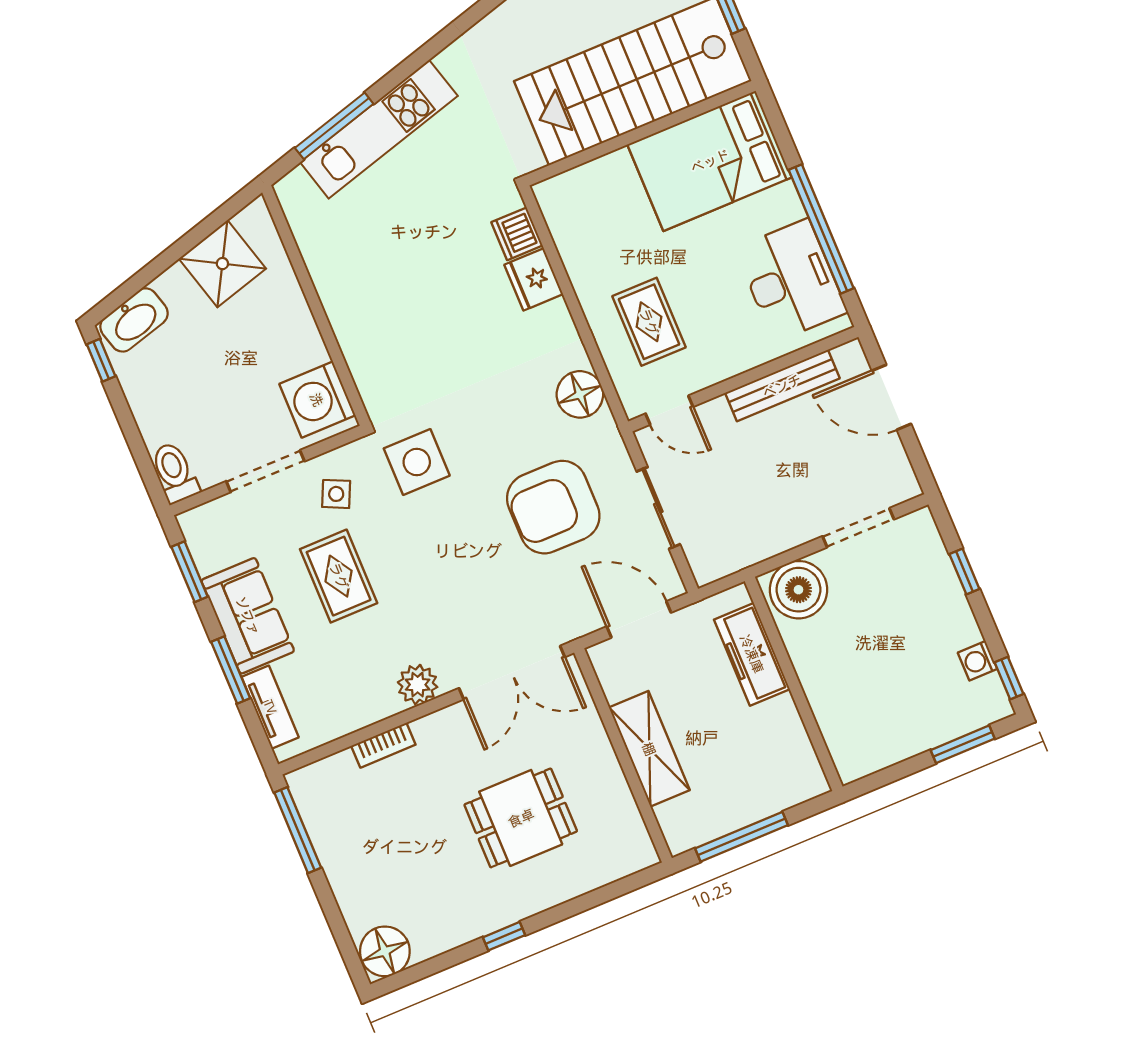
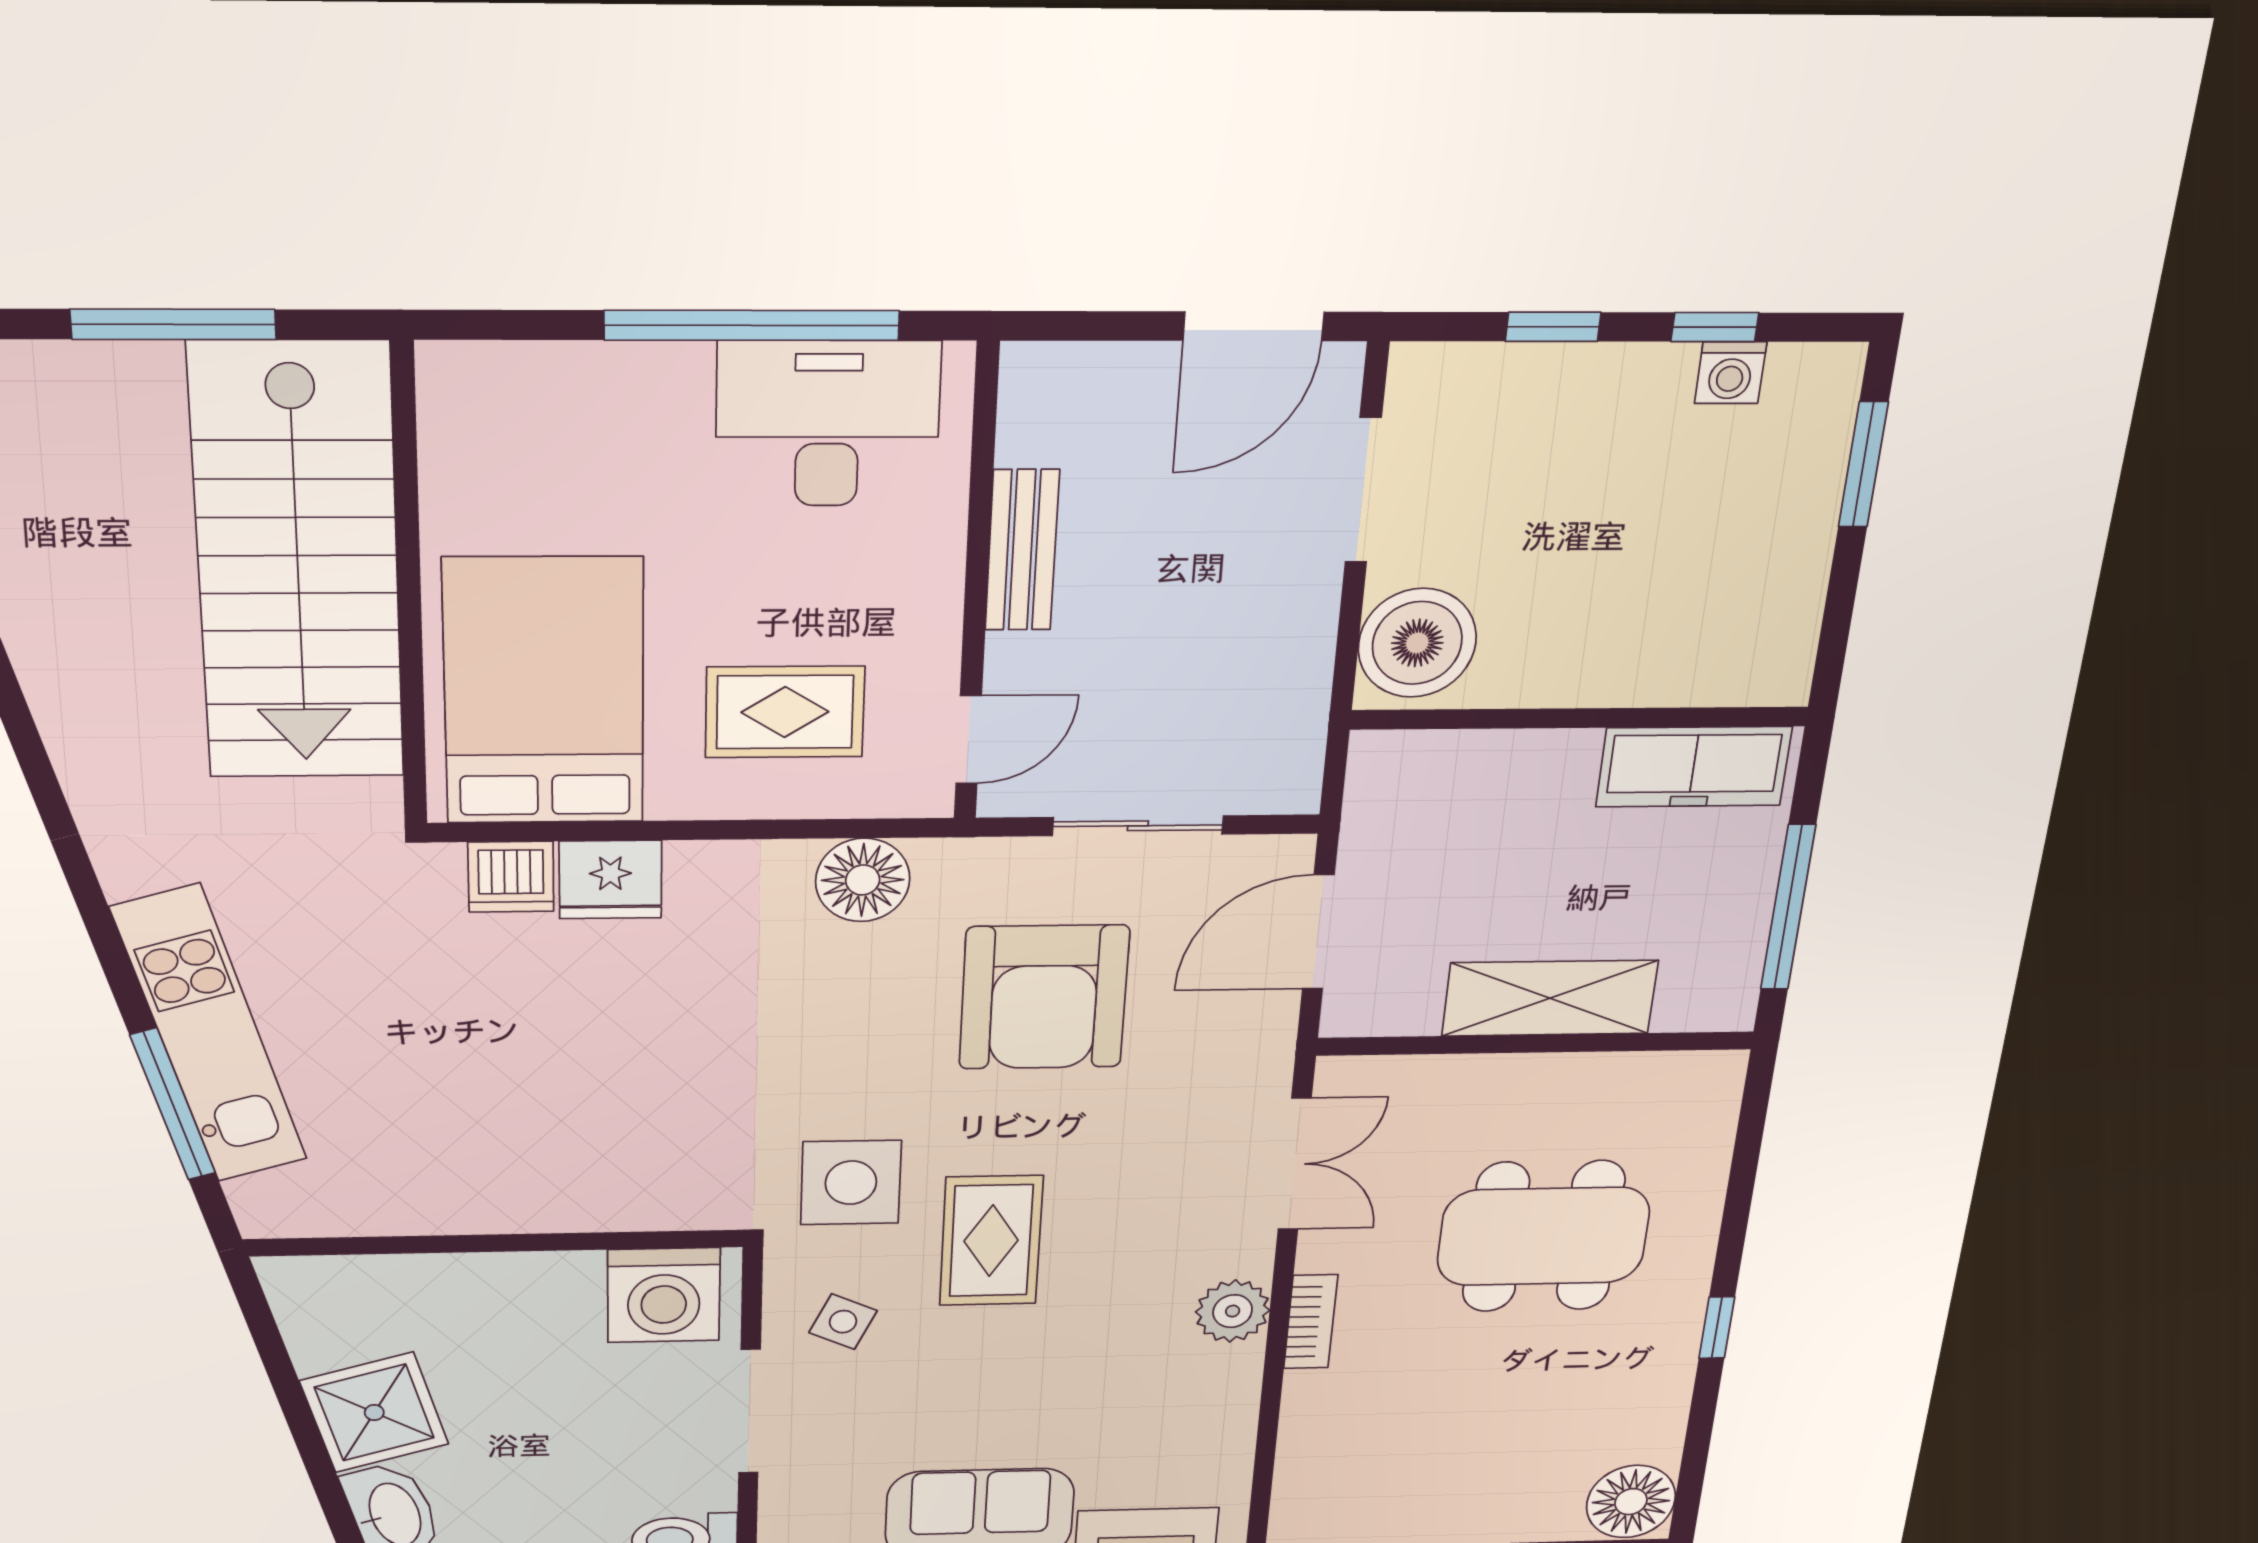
bed: (710, 161) -> (544, 692), moved, turned 180
shower: (222, 264) -> (374, 1413), moved
bench: (782, 386) -> (1022, 550), width x0.73
door: (892, 397) -> (1254, 326), moved
rug: (339, 576) -> (991, 1241), moved, turned 90
freezer: (752, 654) -> (1694, 767), moved
double door: (512, 673) -> (1295, 1164), width x0.73
window: (1009, 678) -> (1715, 327), moved
bookcase: (383, 745) -> (1311, 1322), moved
dining table: (521, 818) -> (1543, 1236), width x1.38

